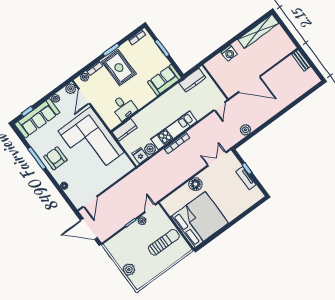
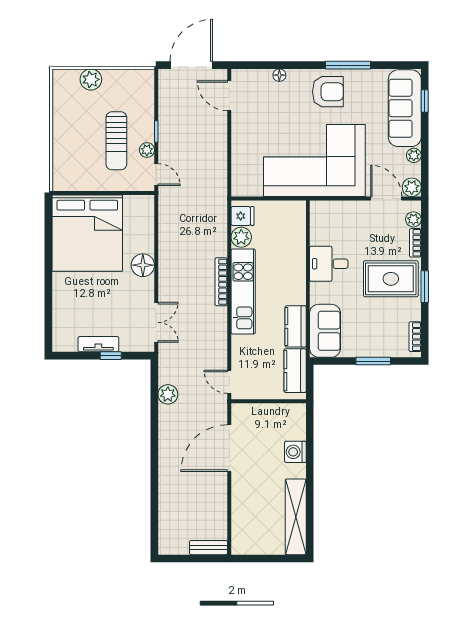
desk: (124, 107) -> (329, 264), moved
kitchen counter: (125, 130) -> (296, 326), moved
sun lounger: (164, 242) -> (116, 141), moved

